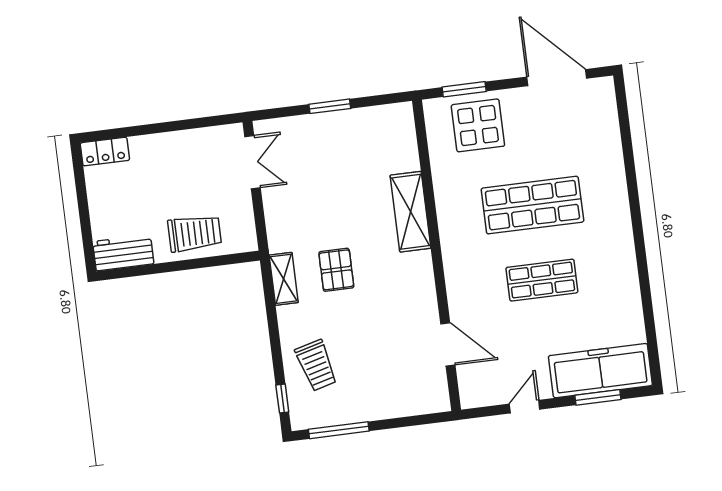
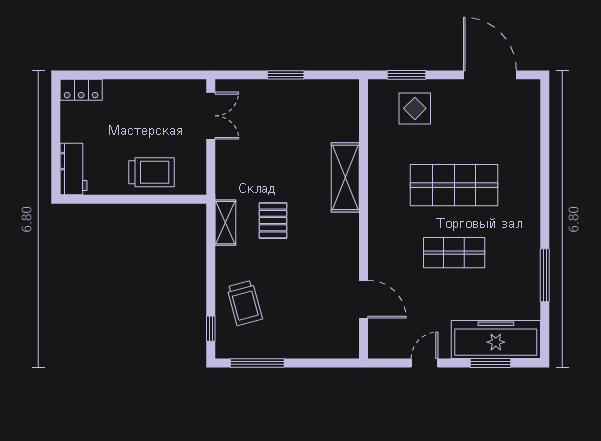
display table: (478, 125) -> (415, 108), width x0.73, depth x0.73
workbench: (123, 253) -> (74, 169), moved, turned 90
window: (646, 293) -> (545, 275), added

